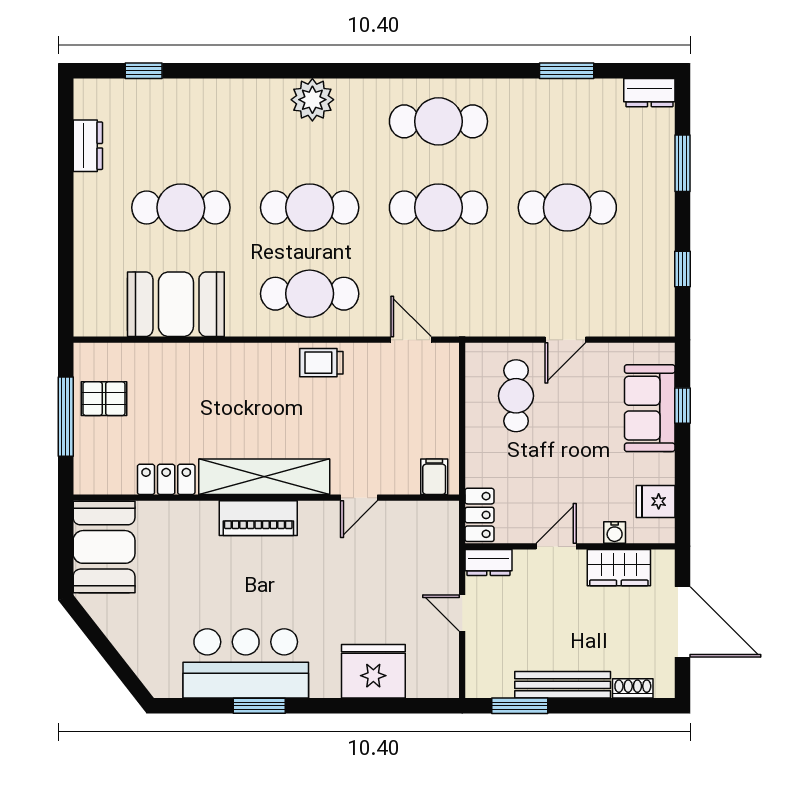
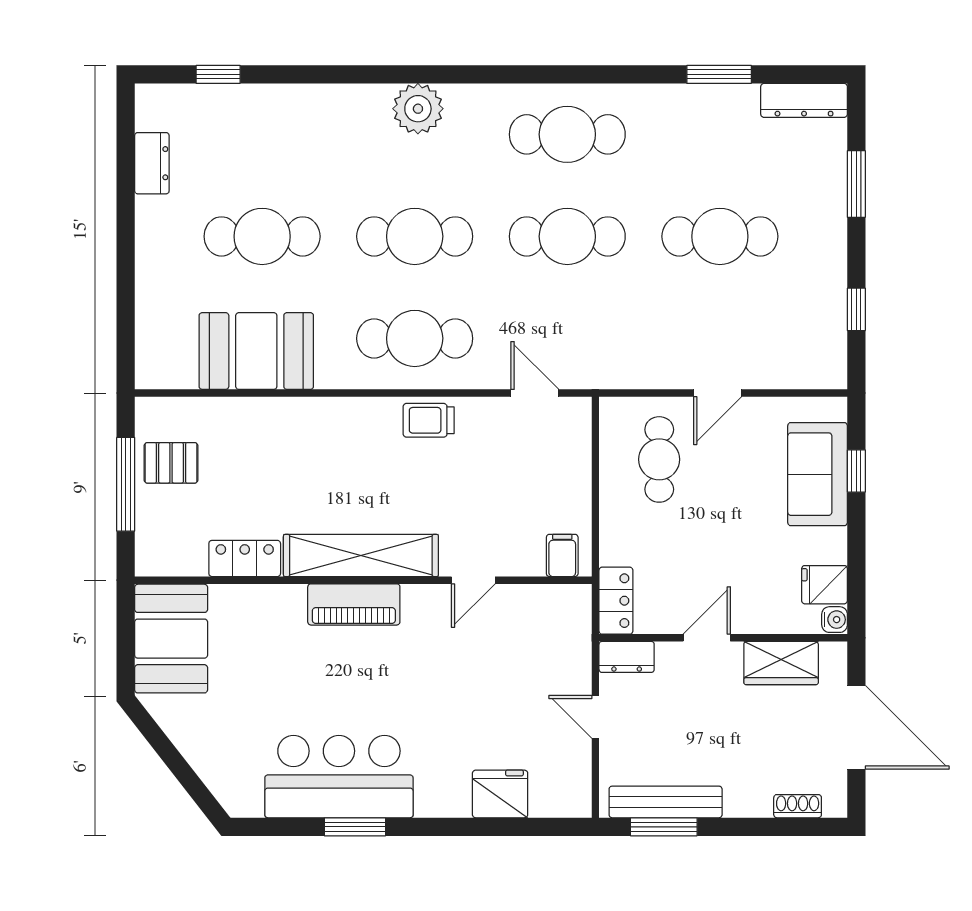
dresser: (649, 93) -> (804, 100), width x1.44
water cooler: (615, 532) -> (835, 620), moved, turned -90
fridge: (373, 671) -> (500, 794), width x0.73, depth x0.75
bench: (563, 685) -> (666, 802), moved

